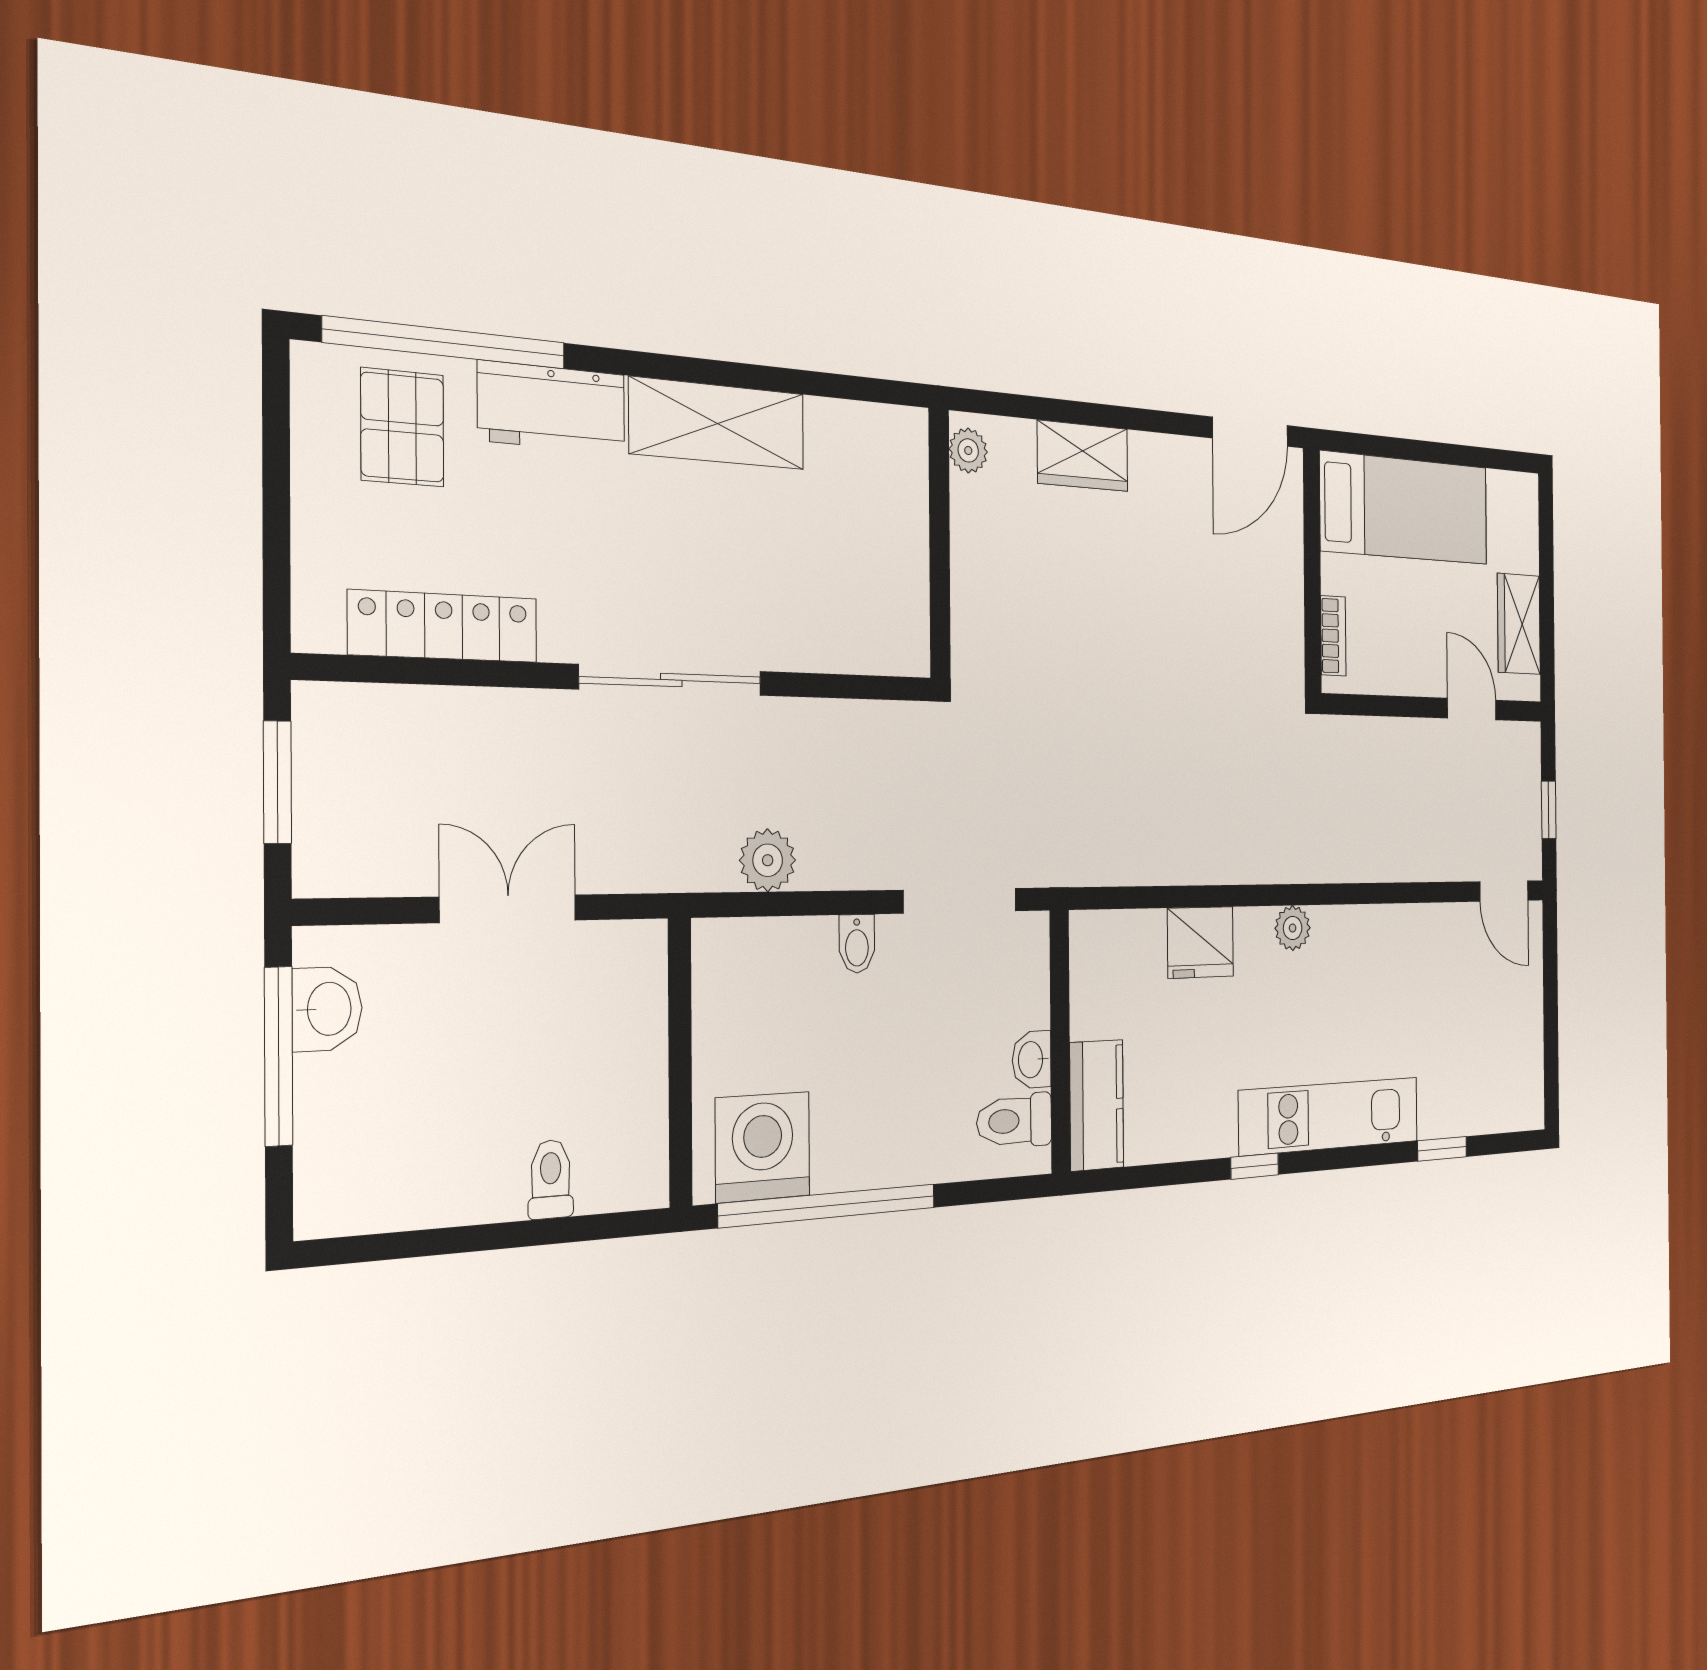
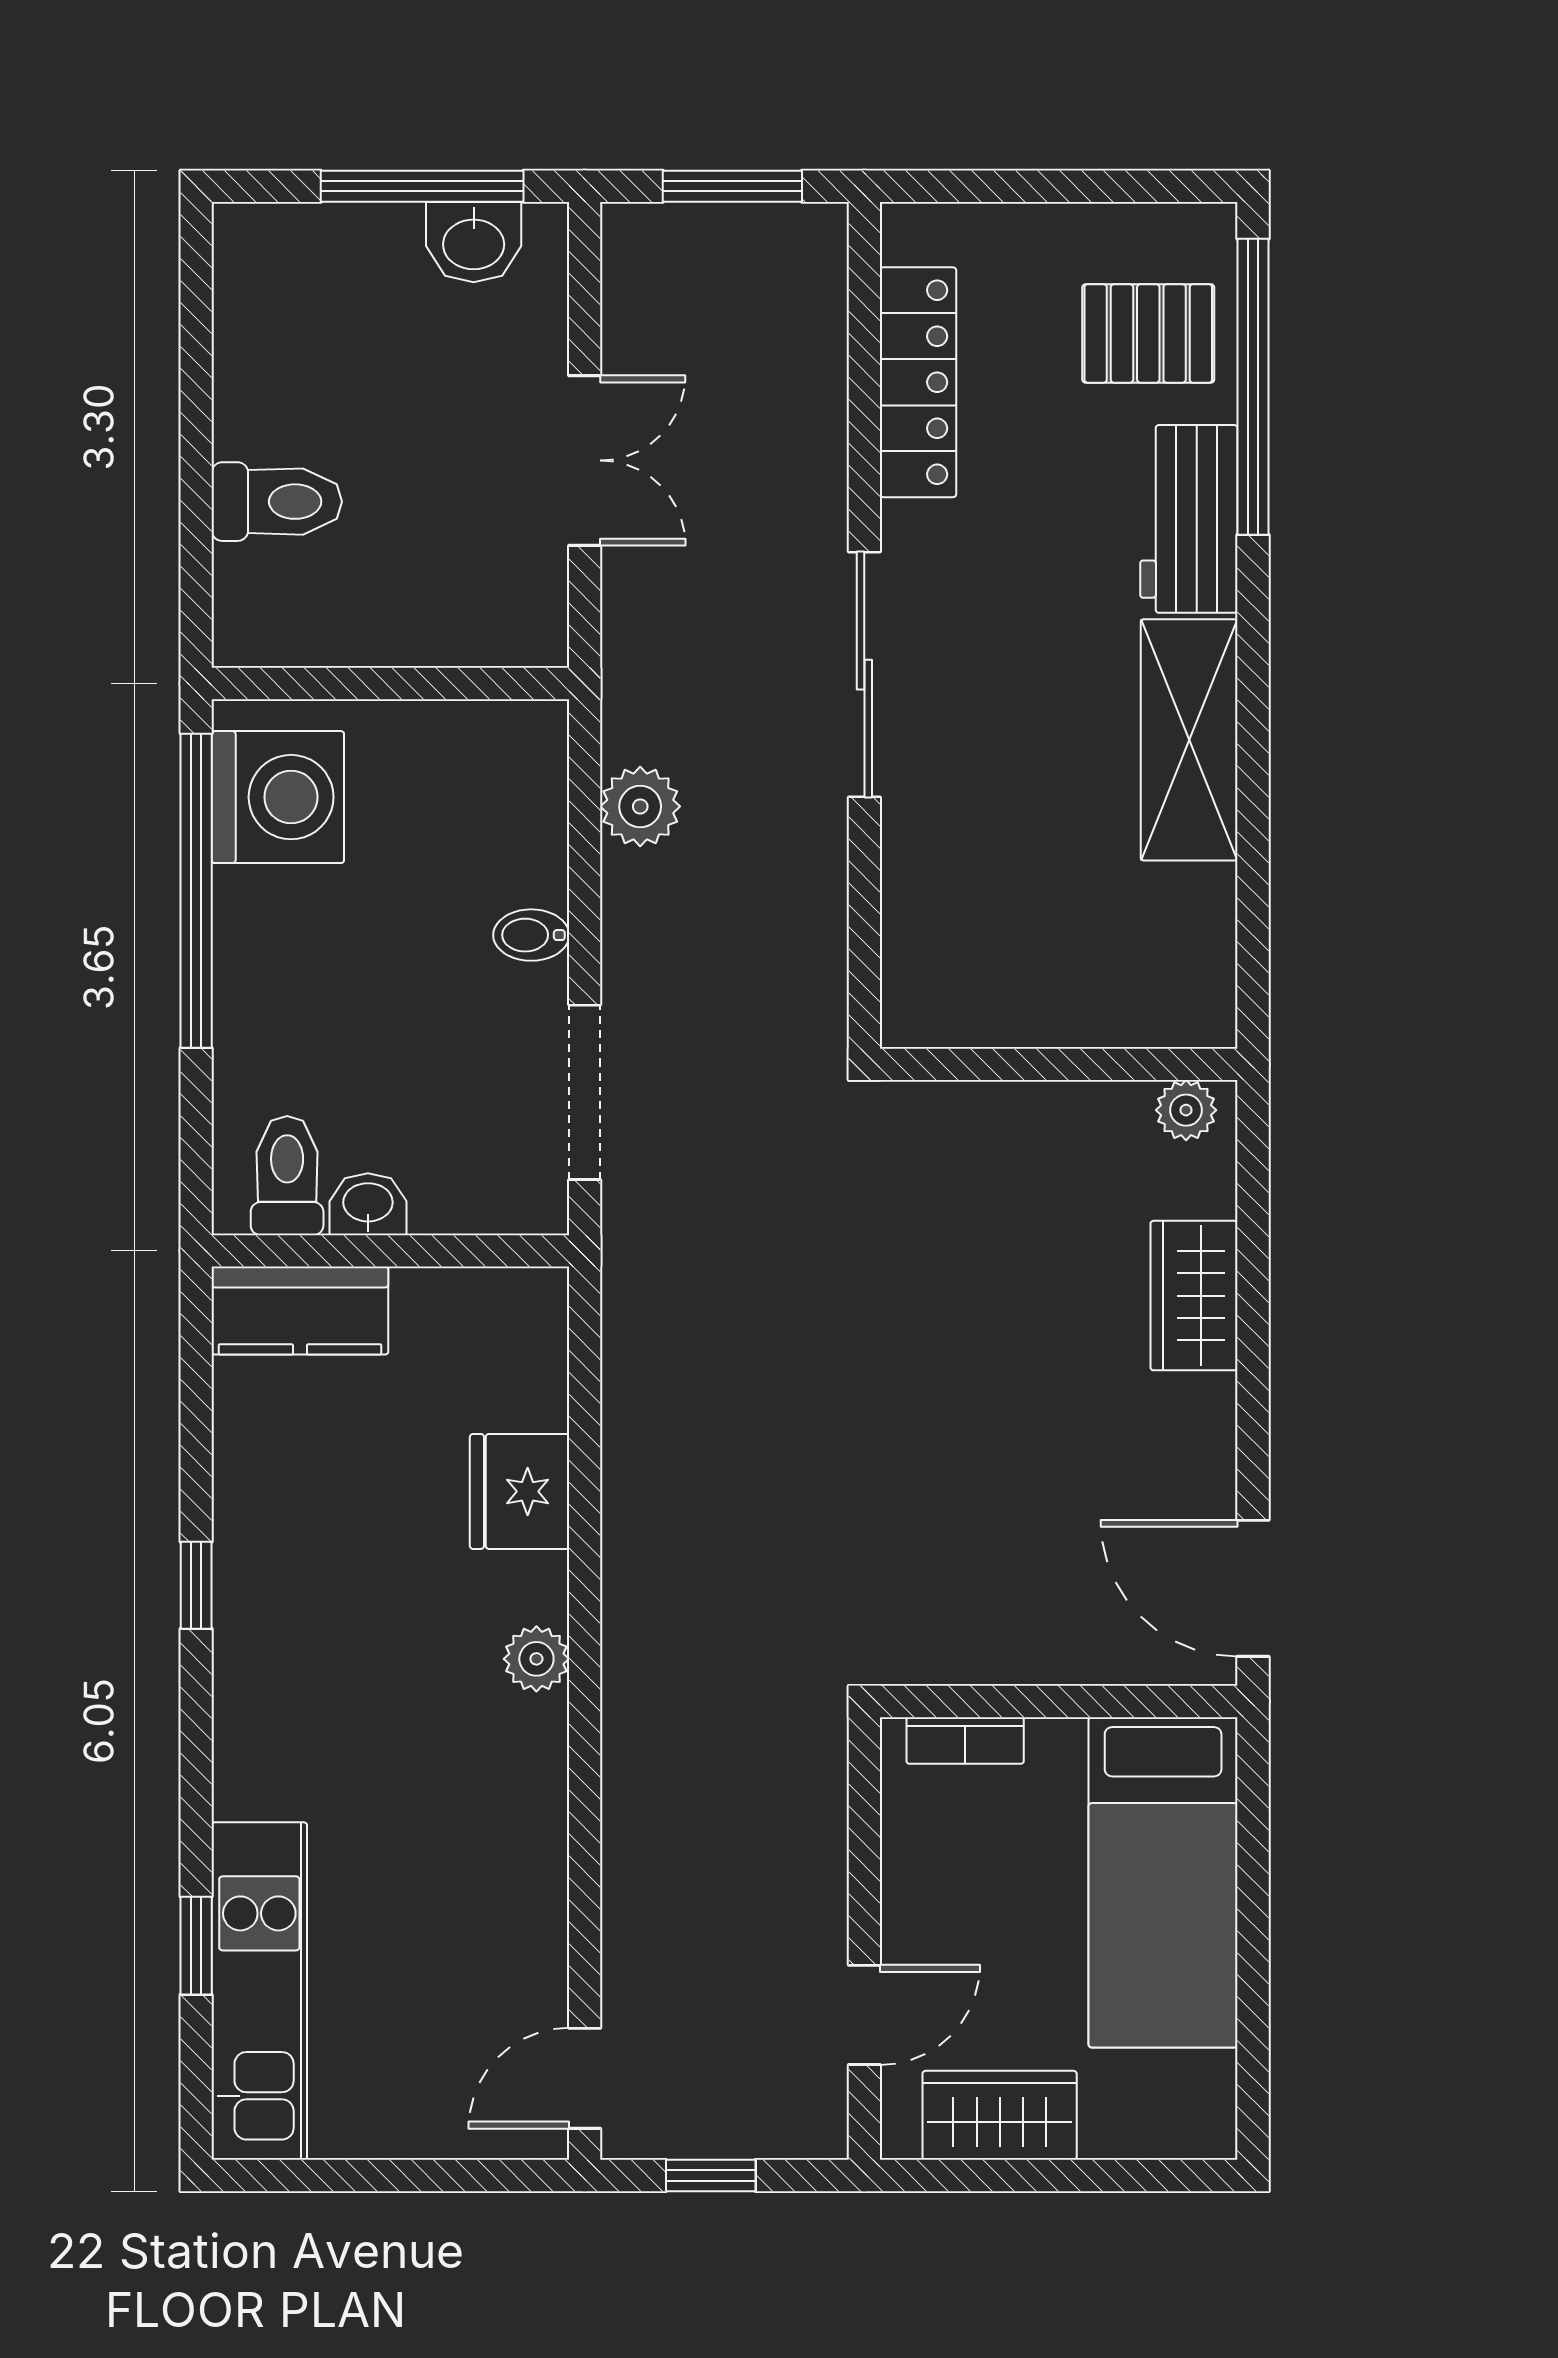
kitchen unit: (1330, 1116) -> (259, 1991), moved
toilet: (551, 1179) -> (277, 502), width x1.37, depth x1.39

